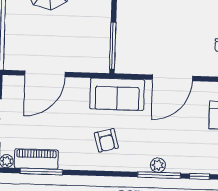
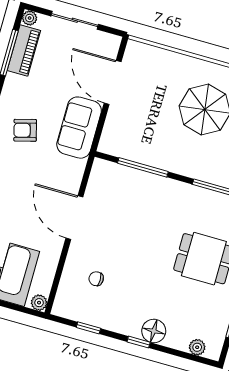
window: (113, 46) -> (143, 167), moved
sofa: (117, 94) -> (79, 128), moved

